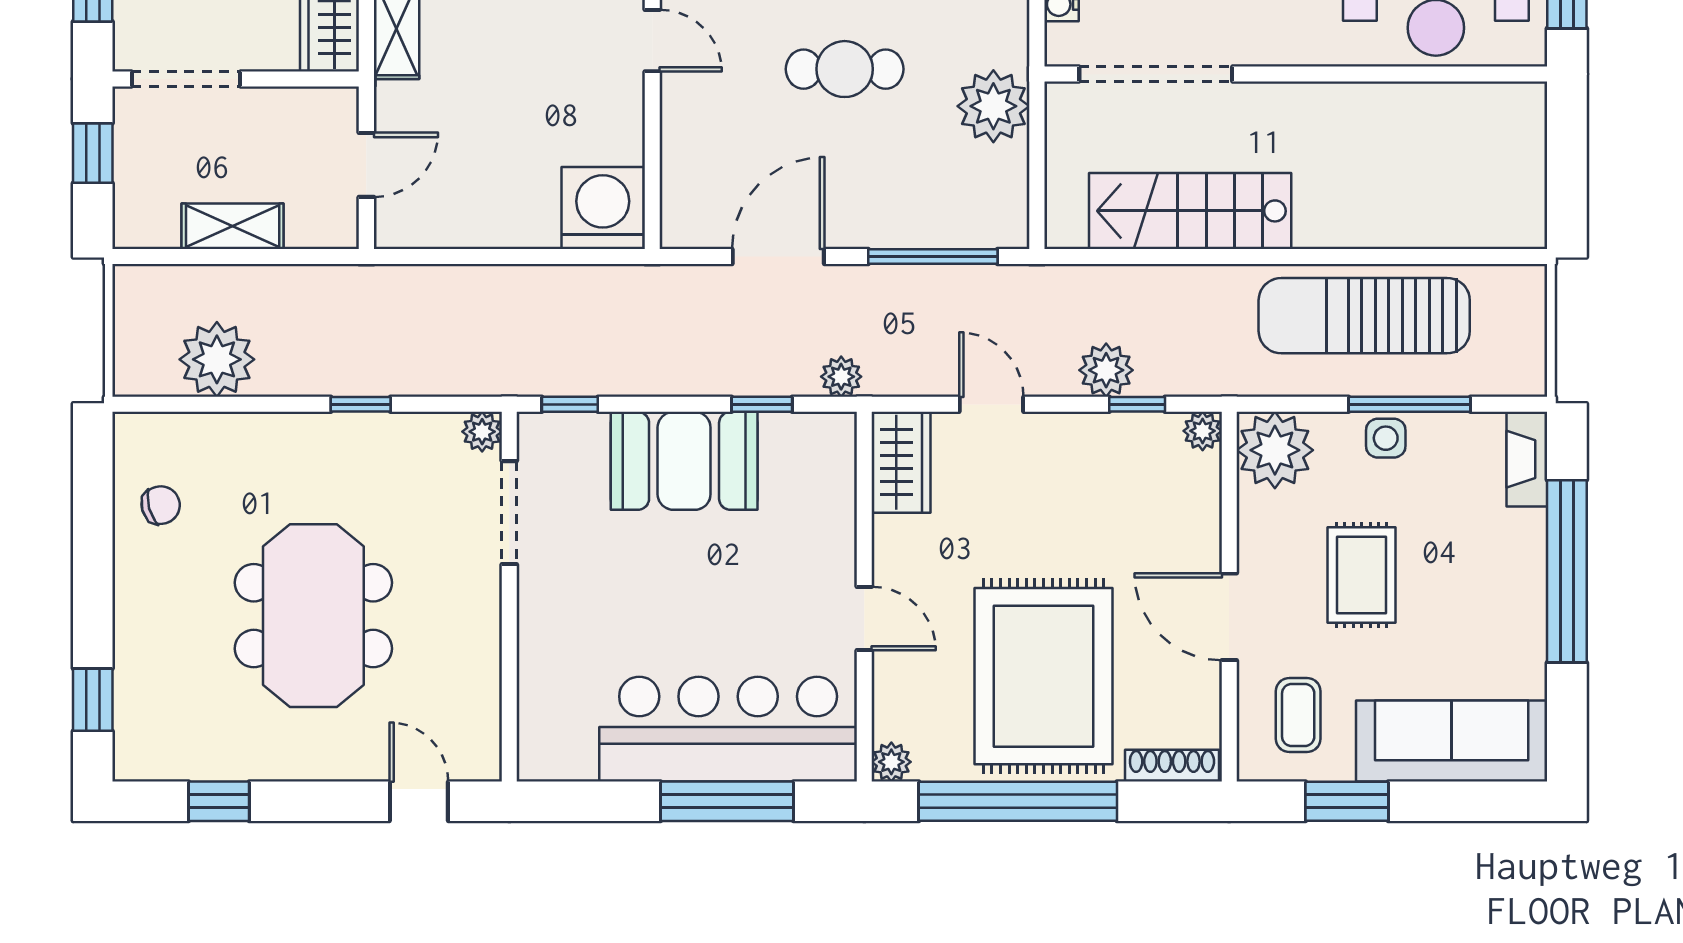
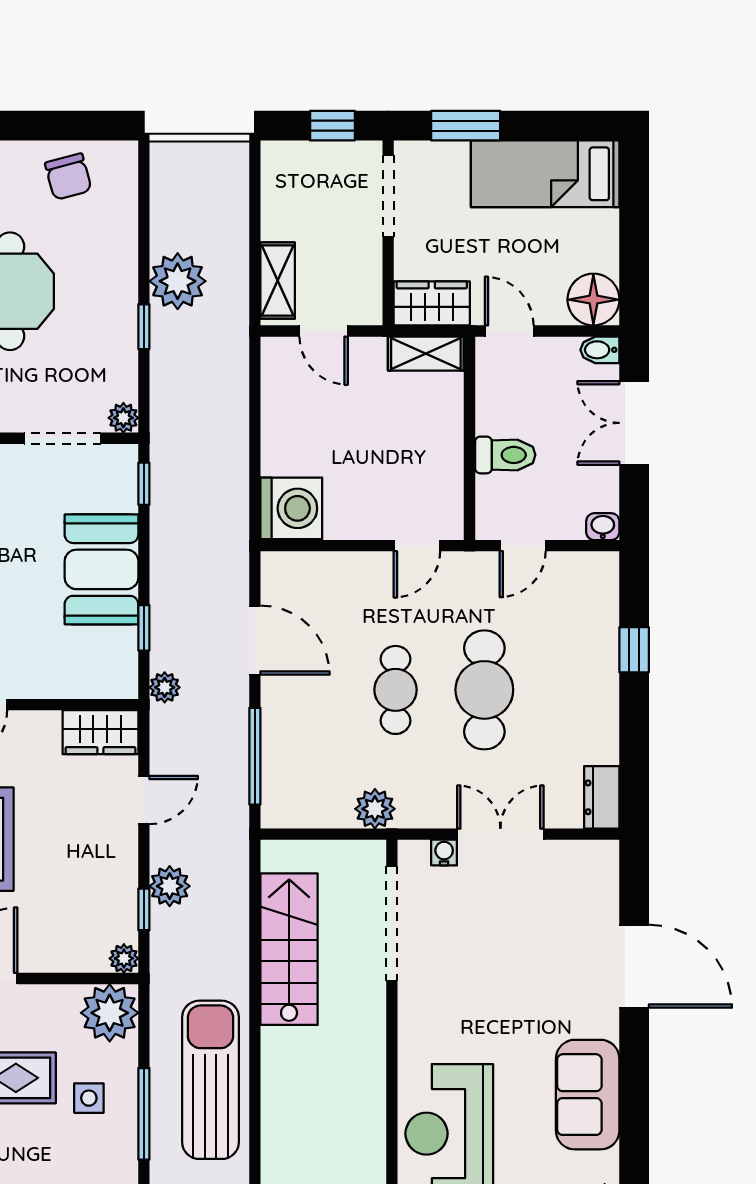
plant: (993, 106) -> (375, 809), width x0.73, depth x0.73
shelving: (233, 226) -> (278, 281), moved
plant: (217, 359) -> (178, 281), moved
side table: (1386, 438) -> (89, 1098), moved
chair: (161, 505) -> (68, 177), width x1.37, depth x1.37

